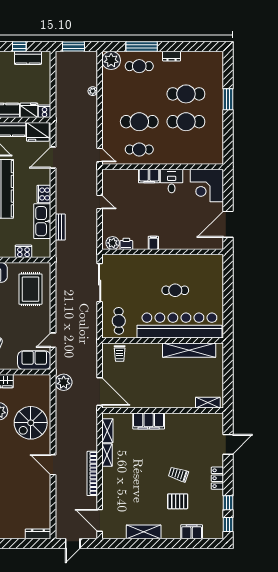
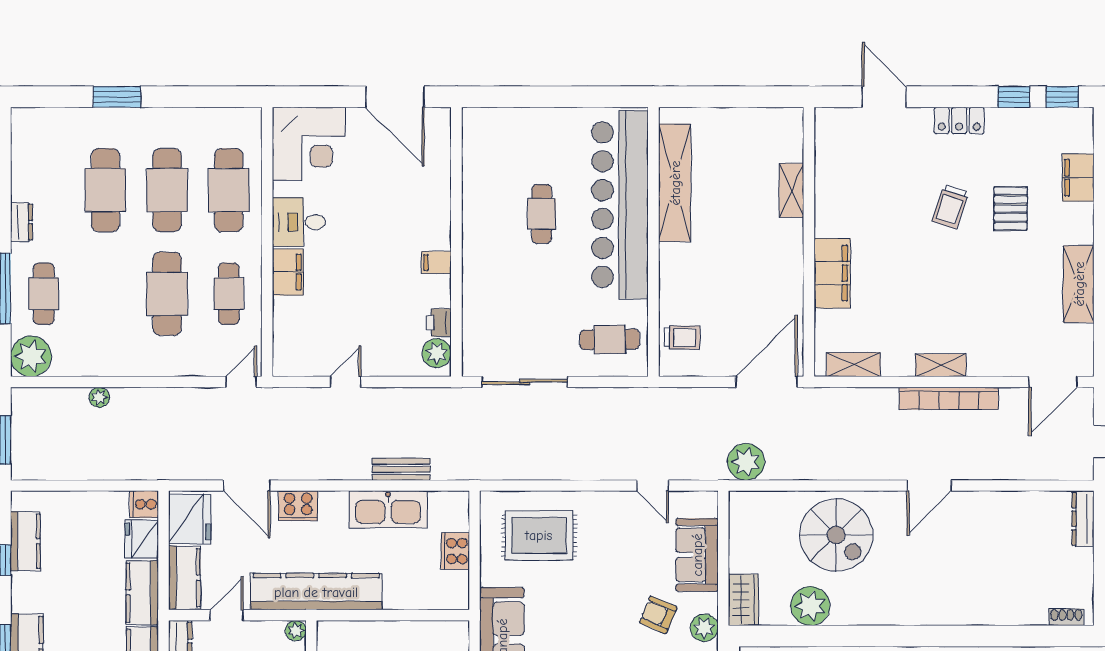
cafe table: (186, 149) -> (229, 190), added
cooker: (44, 194) -> (298, 506), moved
sofa: (34, 360) -> (697, 555), moved
shelving: (208, 403) -> (791, 190), moved
shelving: (107, 455) -> (941, 365), moved

